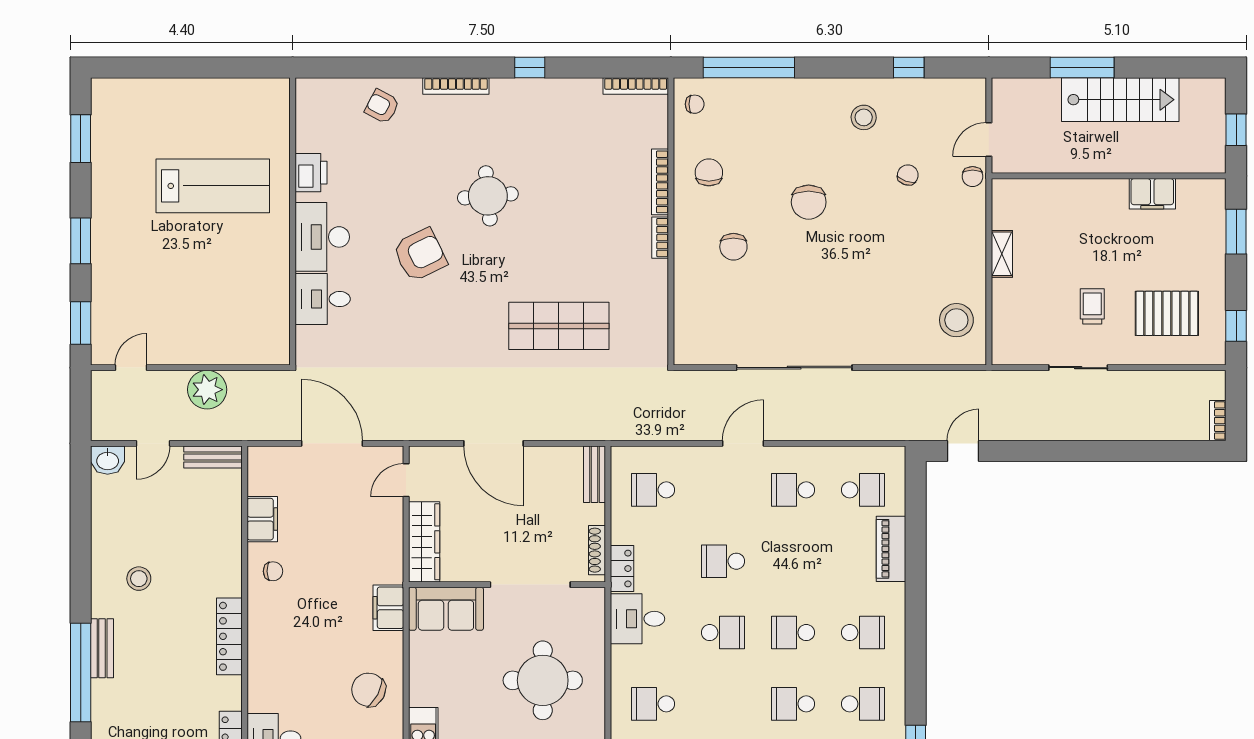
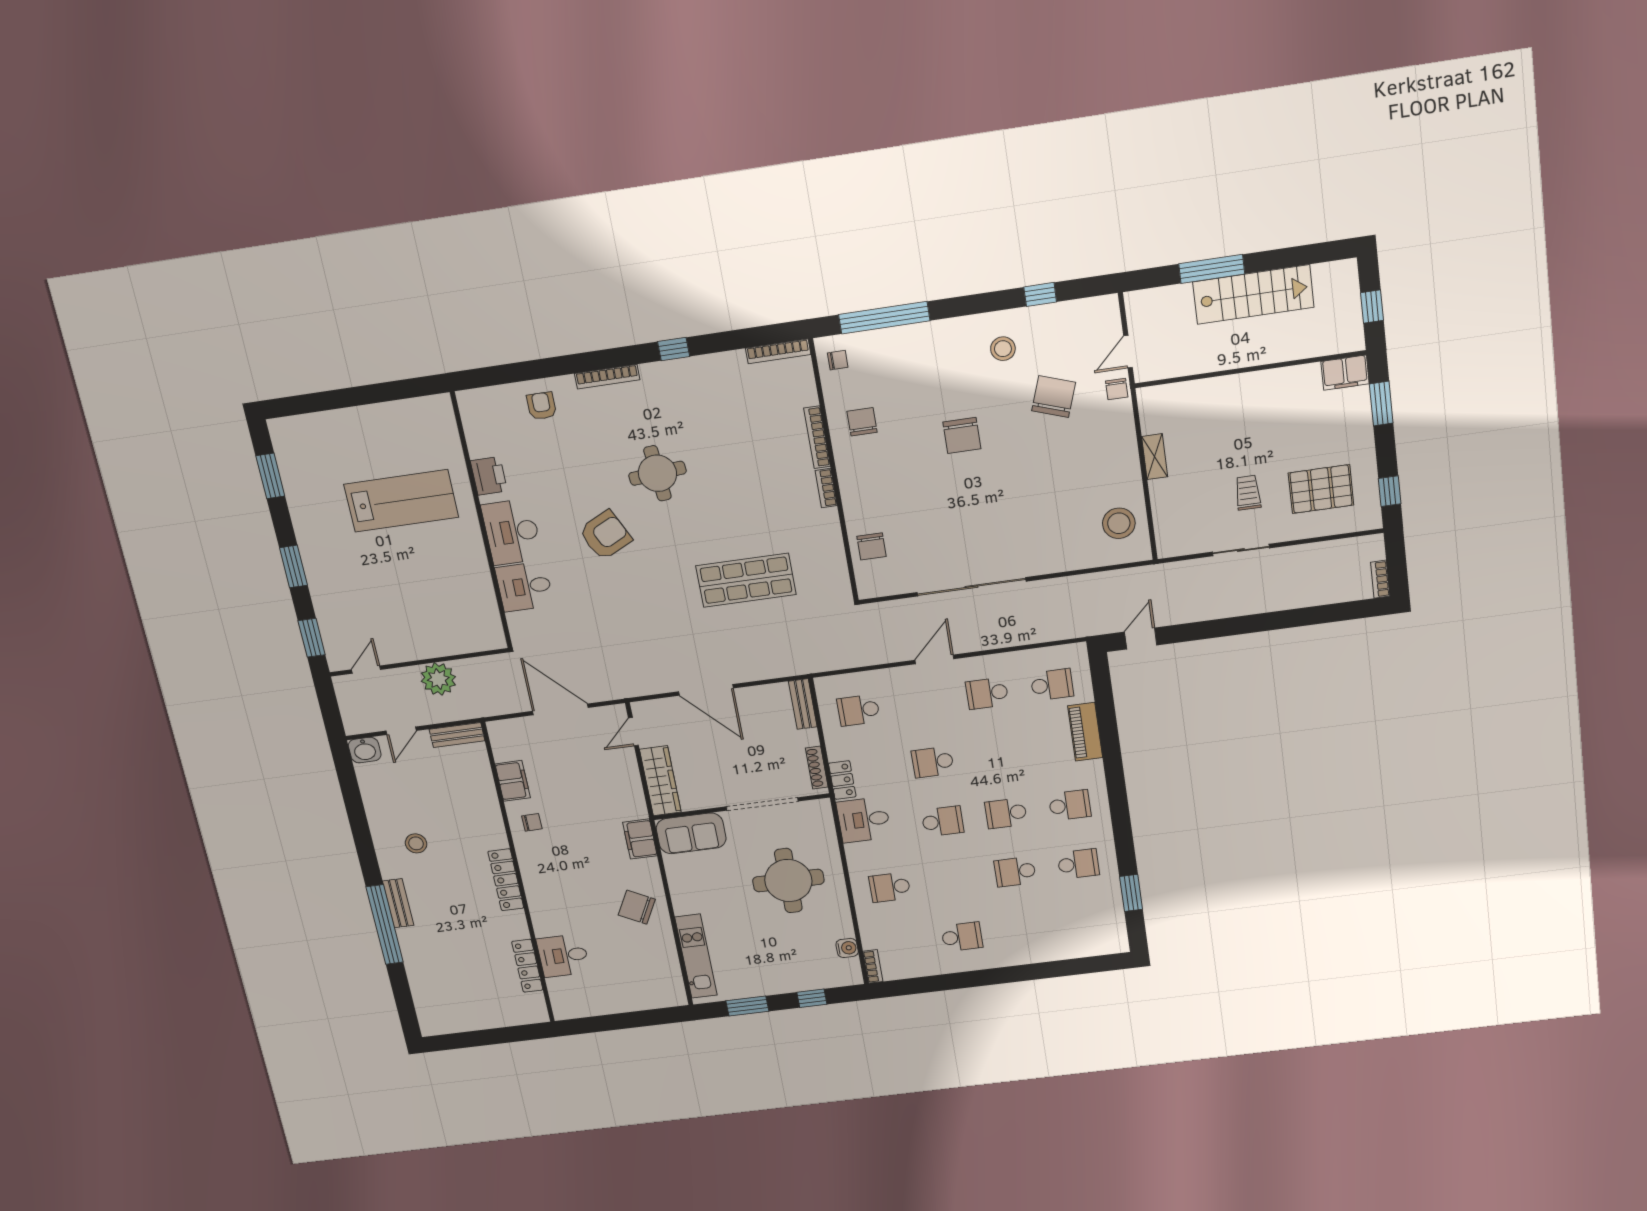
armchair: (382, 106) -> (542, 406), turned 62
chair: (908, 175) -> (1054, 397), width x1.87, depth x1.87
filing cabinet: (1152, 194) -> (1345, 373), moved
chair: (733, 247) -> (872, 546), moved

